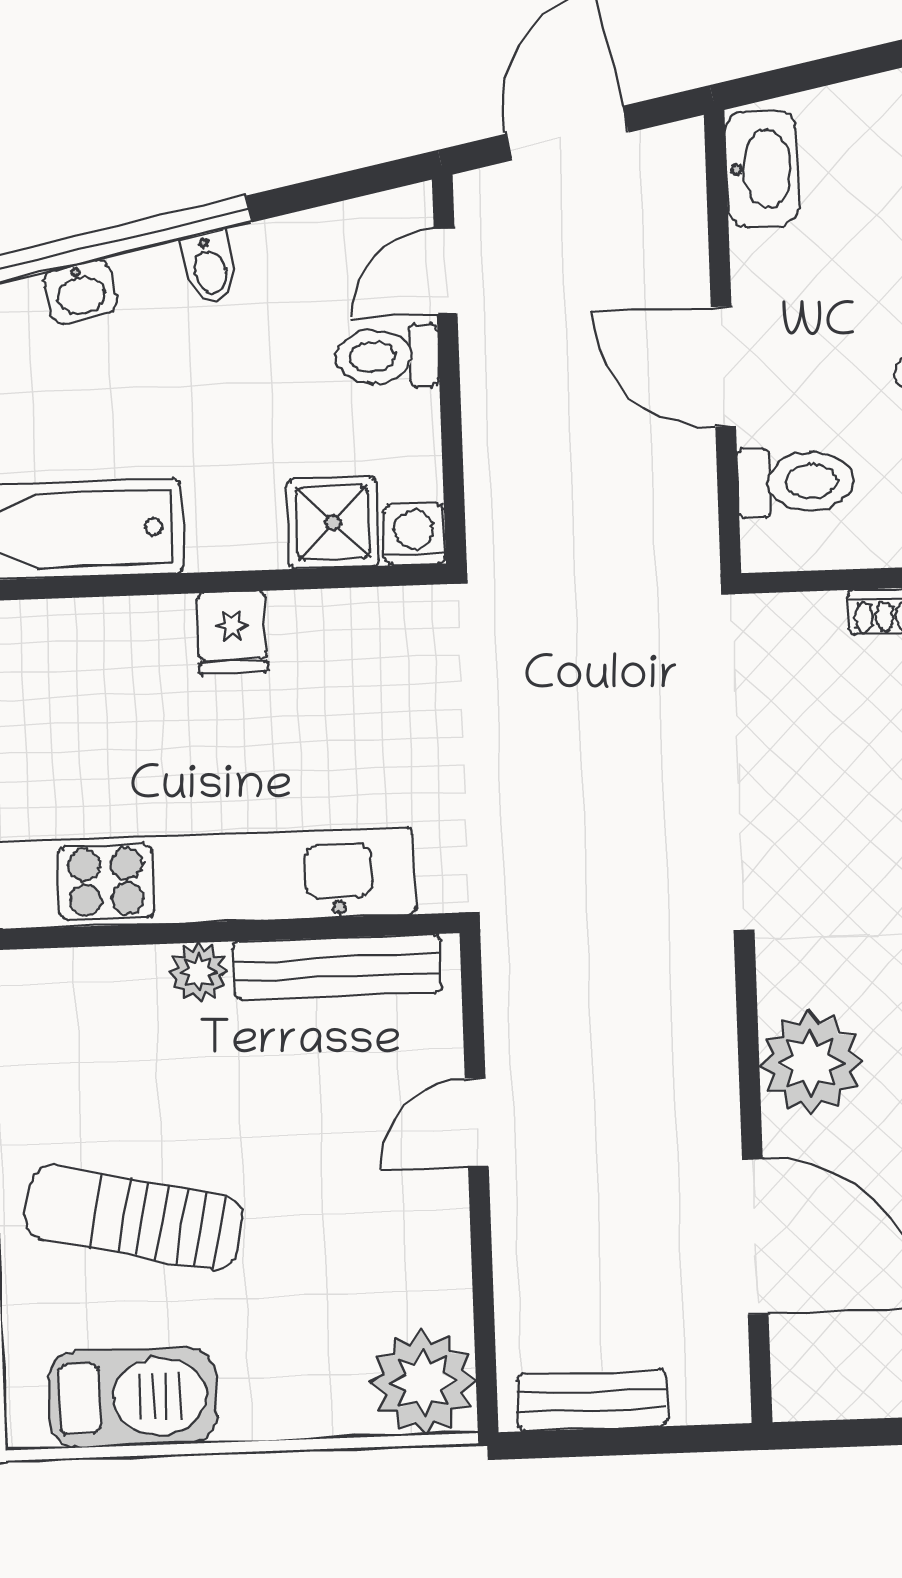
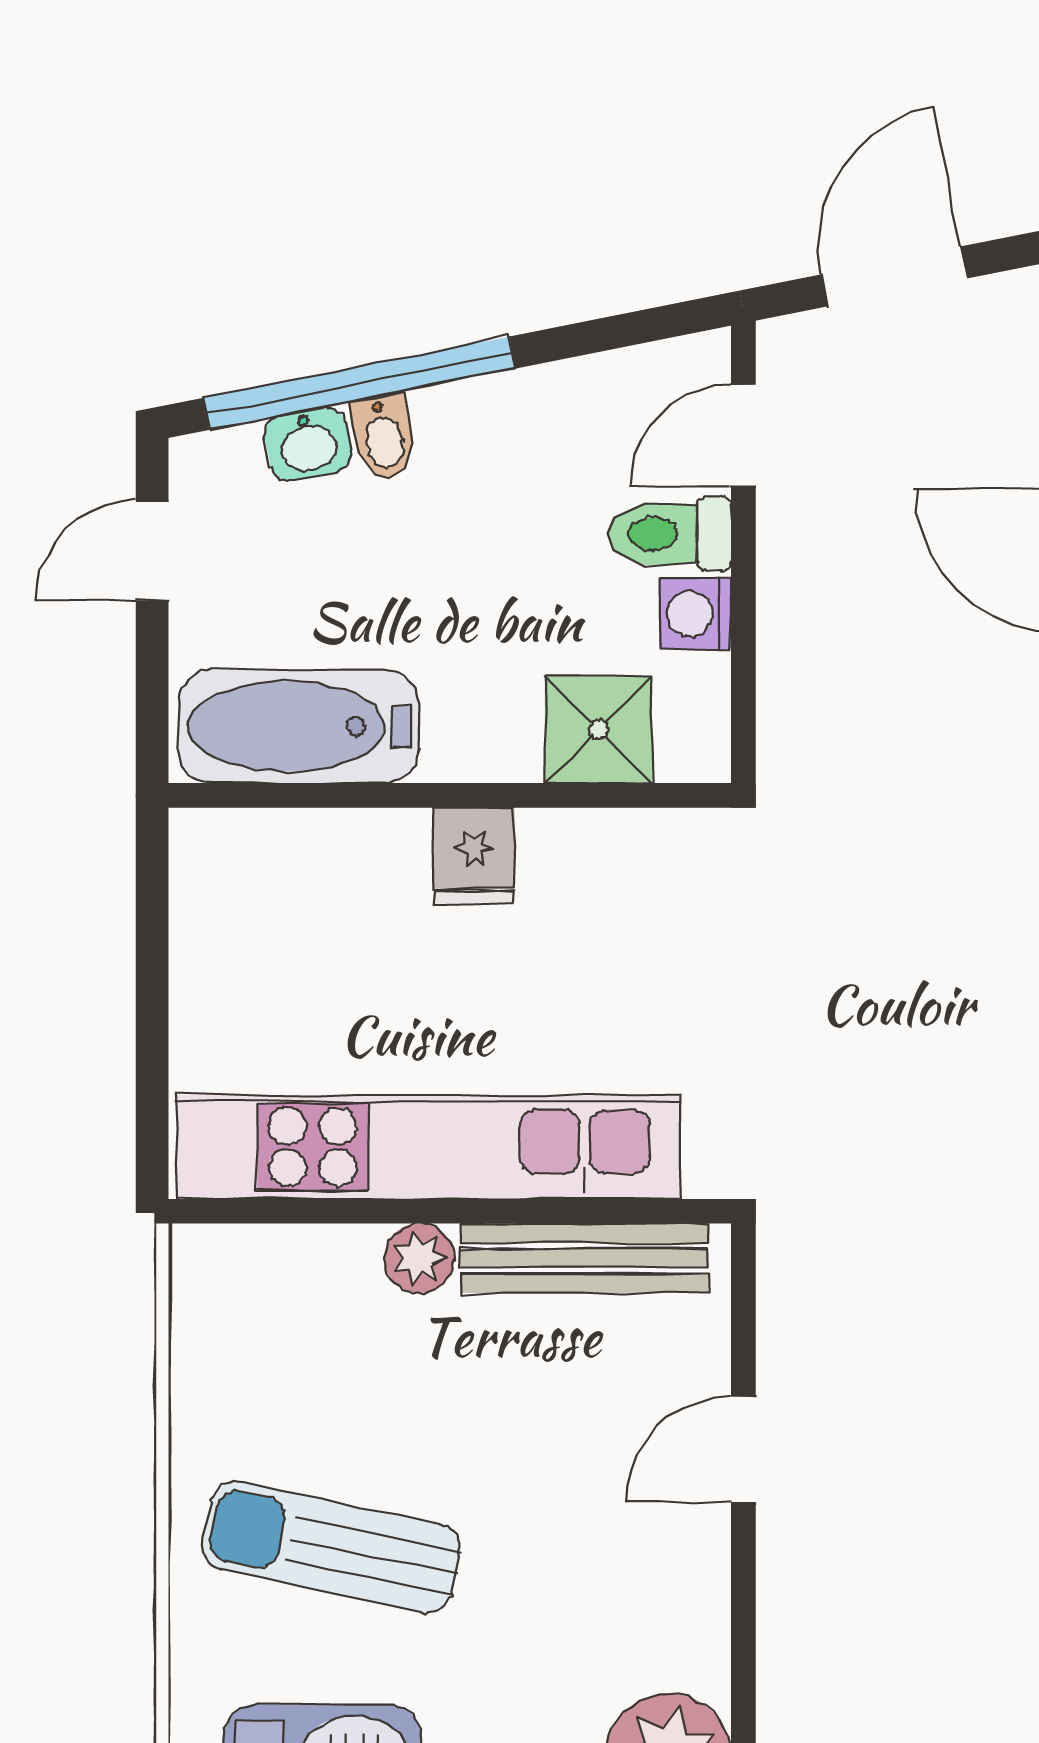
bidet: (210, 268) -> (383, 437), moved
washing machine: (414, 534) -> (695, 614), moved, turned -90

